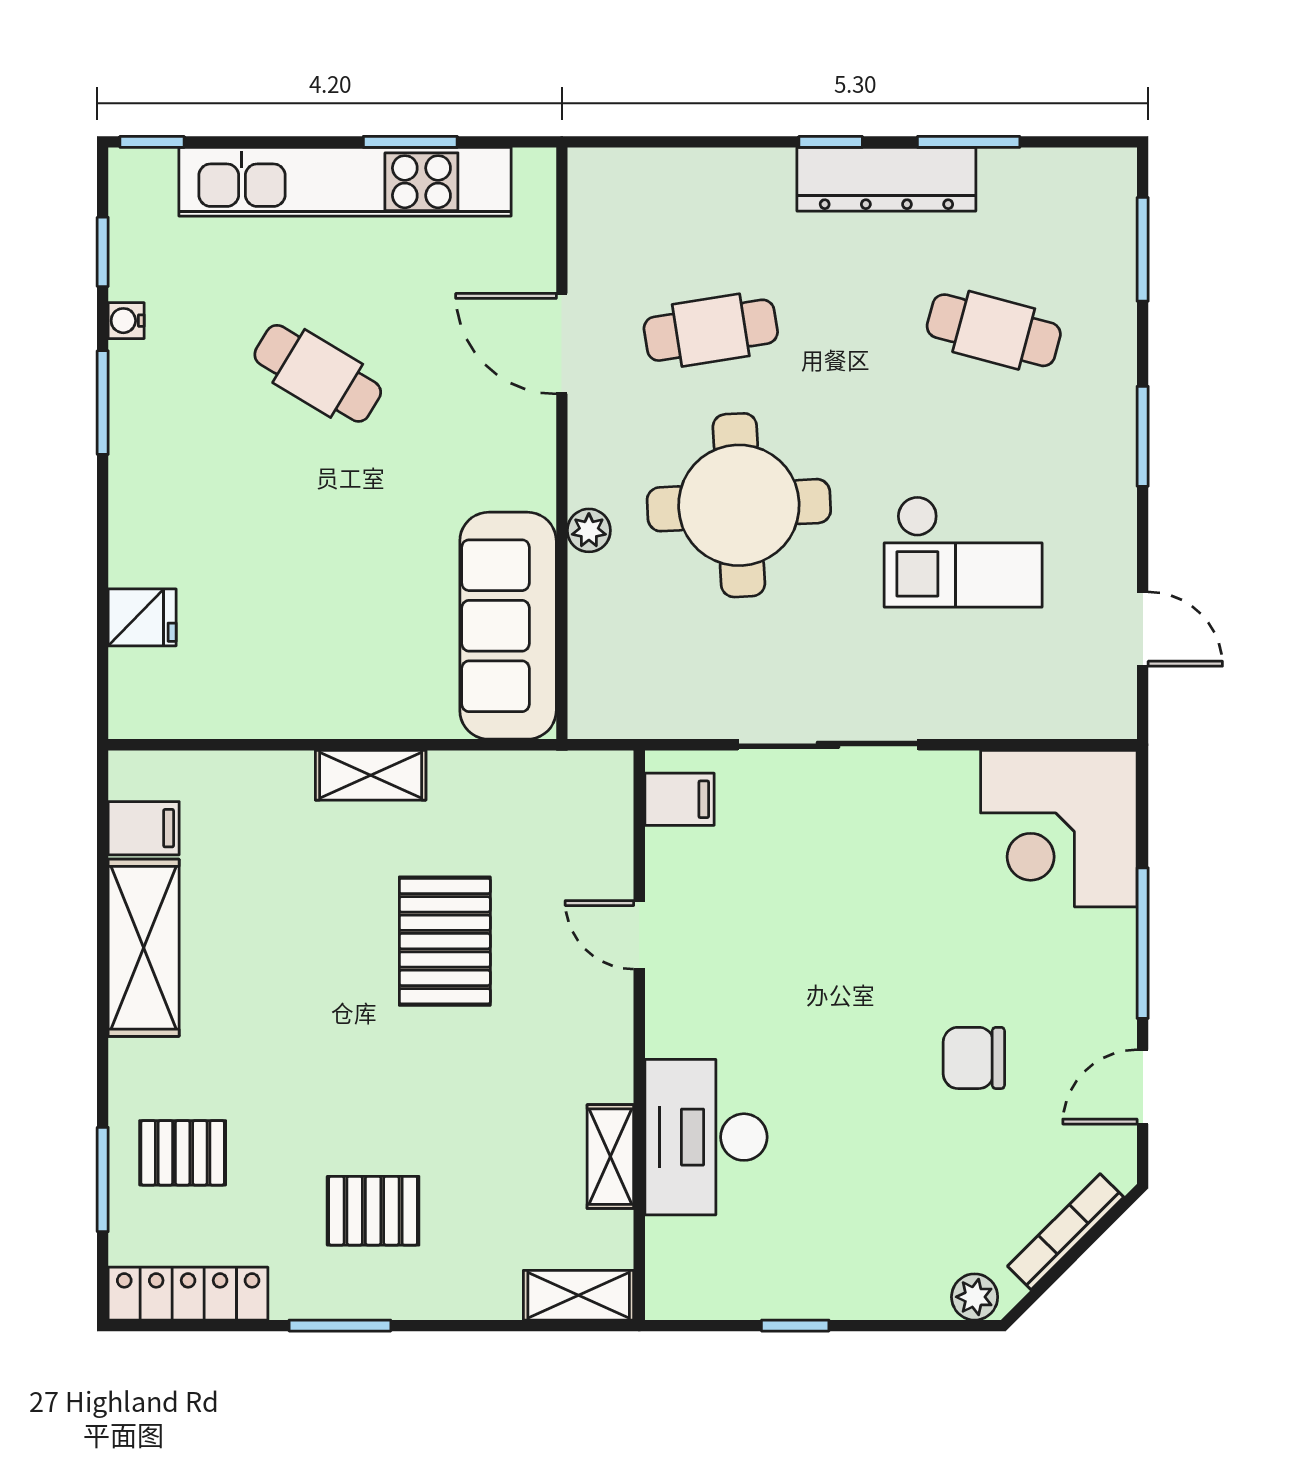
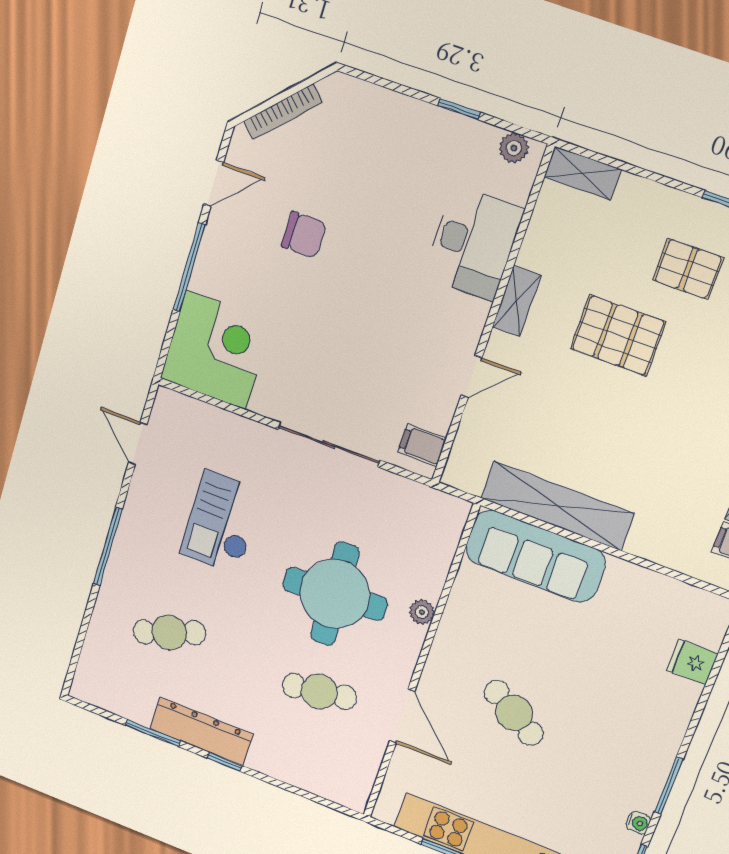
window: (1143, 249) -> (80, 643), removed
cafe table: (994, 330) -> (169, 632), turned -36
cafe table: (318, 373) -> (514, 713), moved
window: (1143, 436) -> (108, 547), width x1.44
checkout: (963, 552) -> (221, 522), turned -90
sofa: (508, 626) -> (535, 556), moved, turned 90
shelving: (371, 775) -> (557, 506), width x2.20, depth x1.33
door: (639, 935) -> (472, 376), hinge flipped
pallet: (445, 941) -> (618, 335), moved, turned 90
shelving: (610, 1157) -> (516, 301), moved
plant: (975, 1297) -> (514, 148), moved

